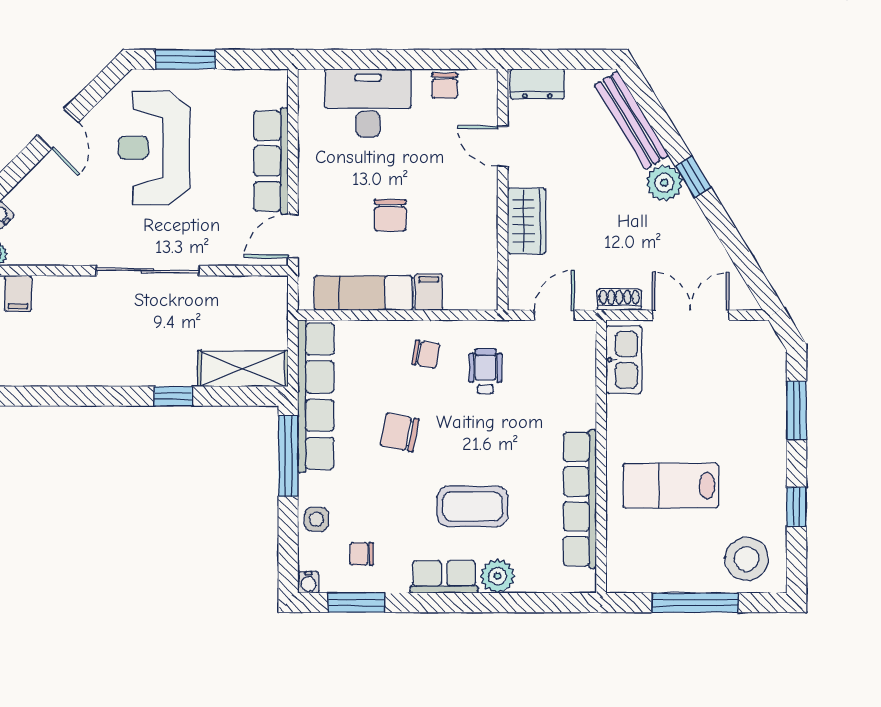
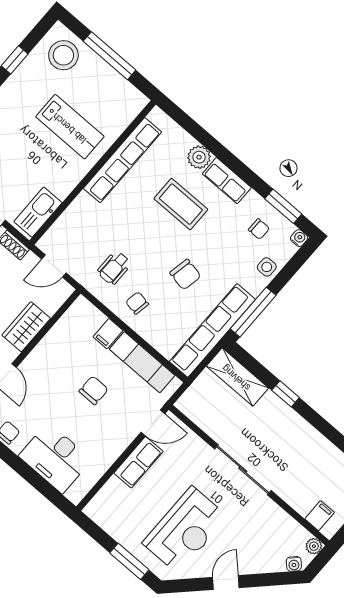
row of seats: (271, 161) -> (138, 462), width x0.68

